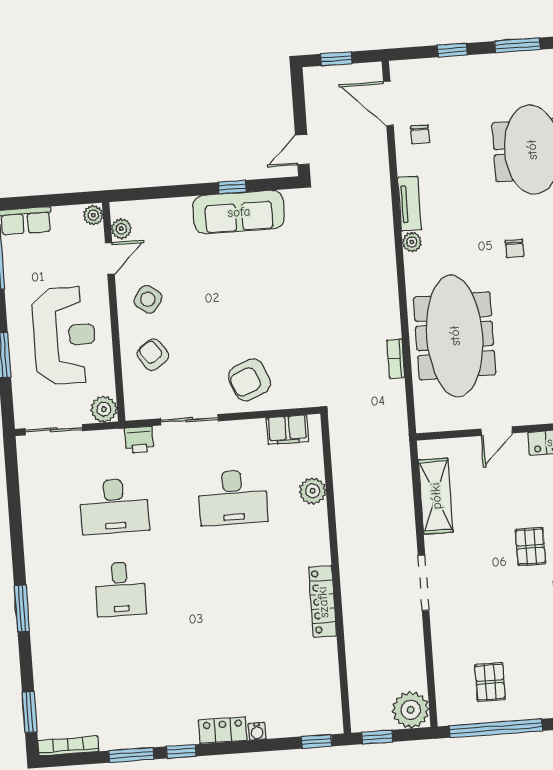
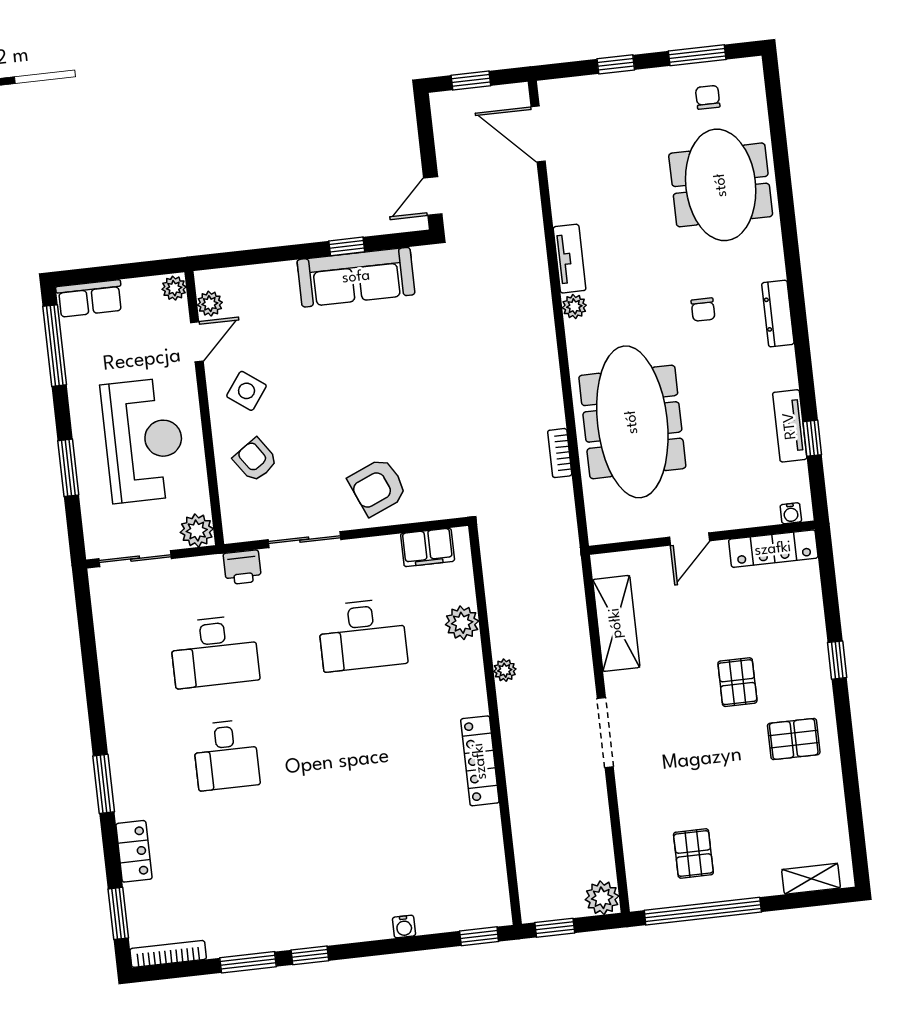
chair: (420, 134) -> (708, 97), moved, turned 180
plant: (345, 530) -> (505, 670), added
plant: (411, 710) -> (602, 898), width x0.73, depth x0.73
locker: (223, 730) -> (134, 851), moved, turned 90

